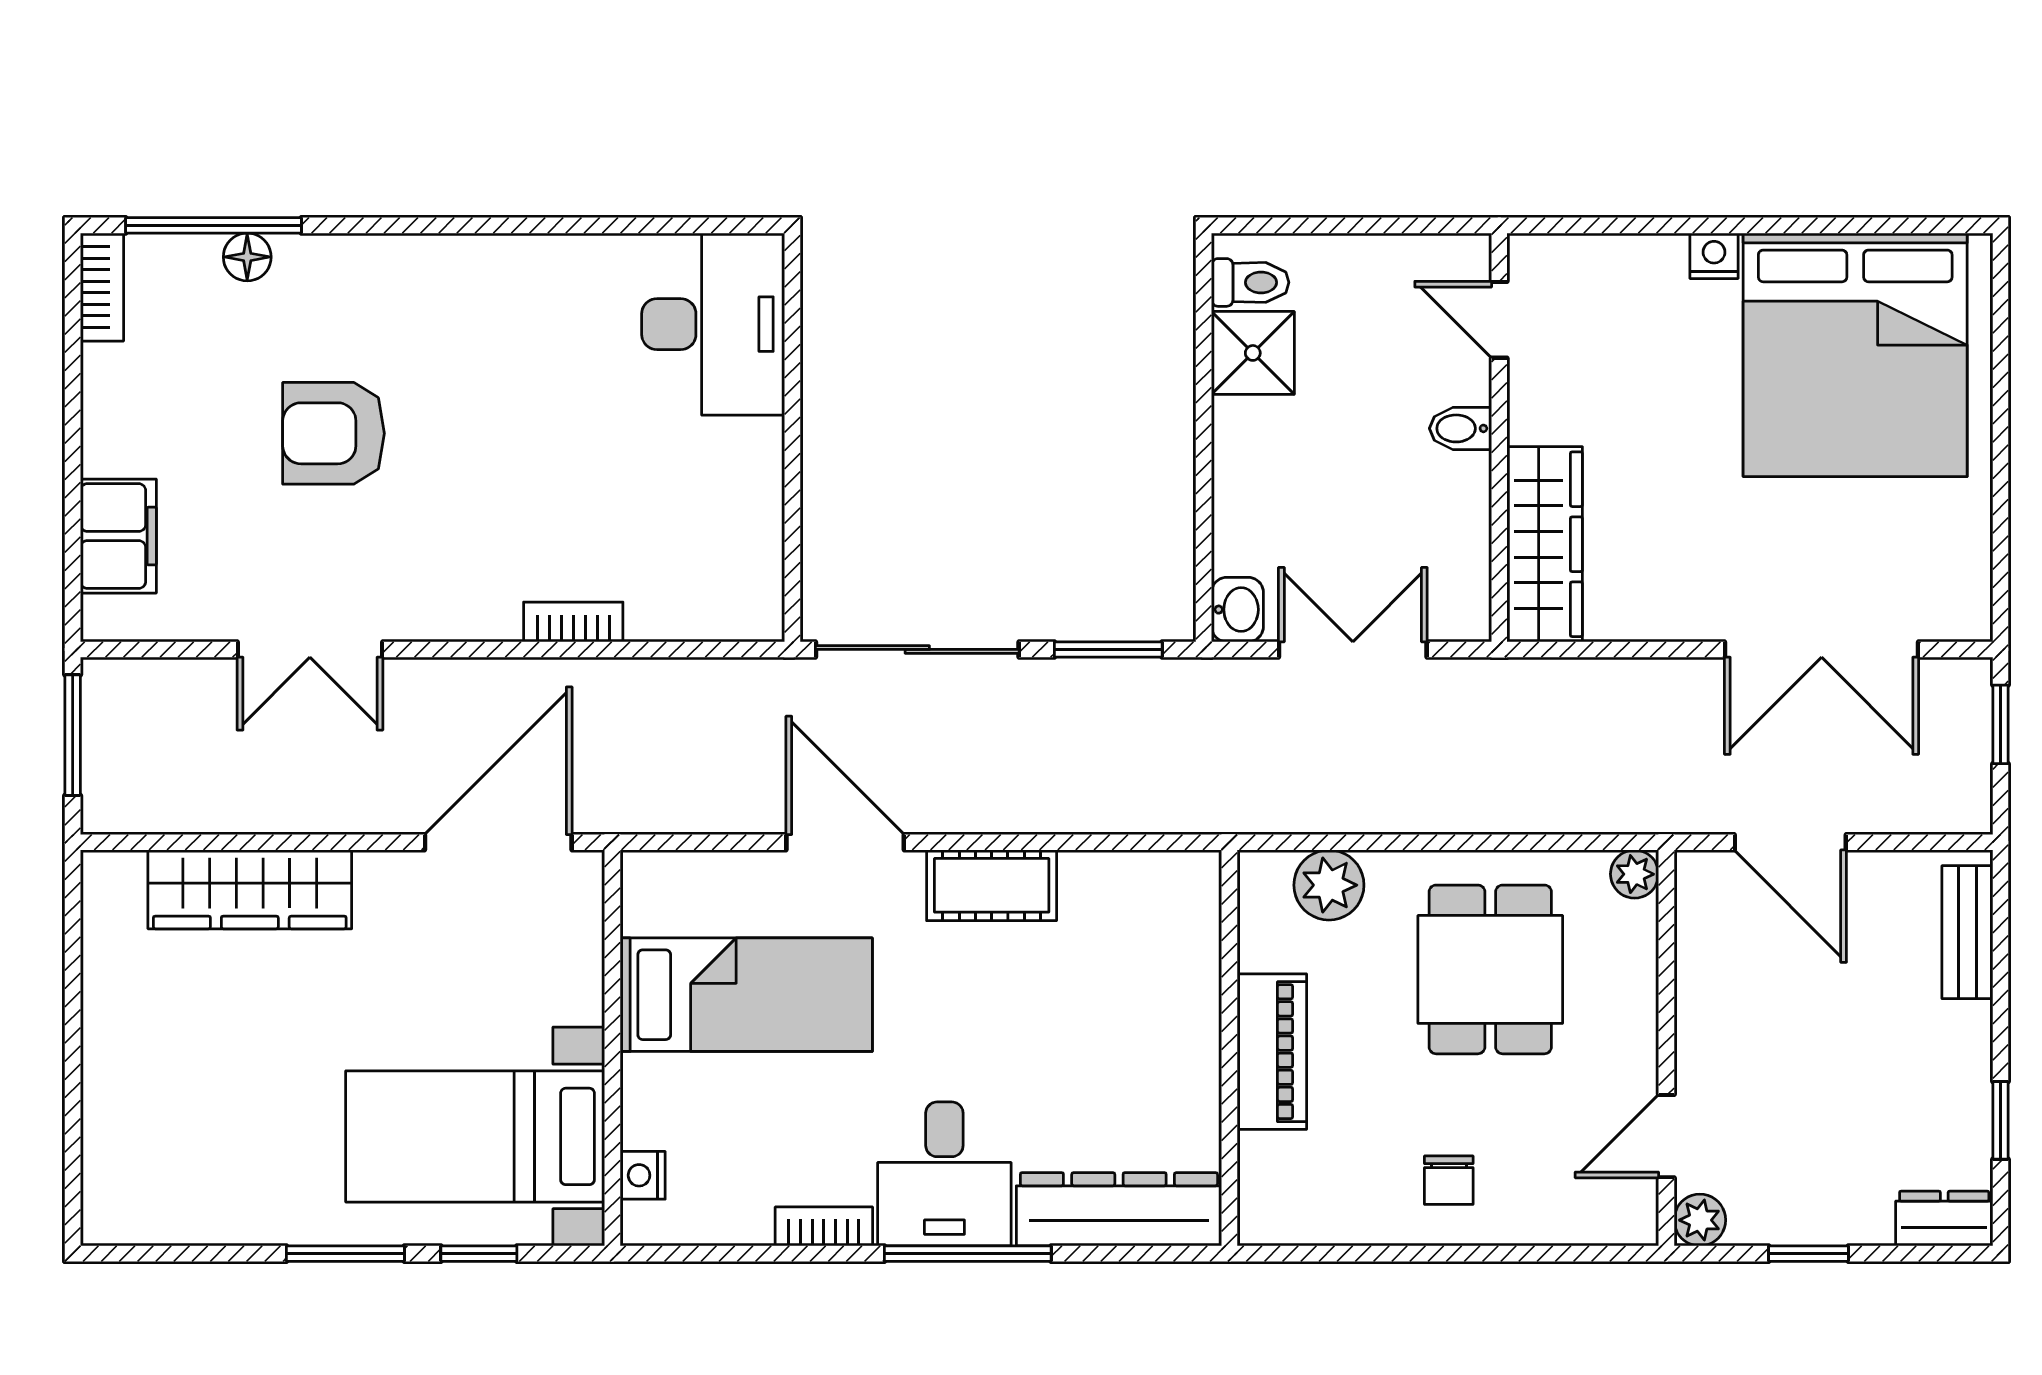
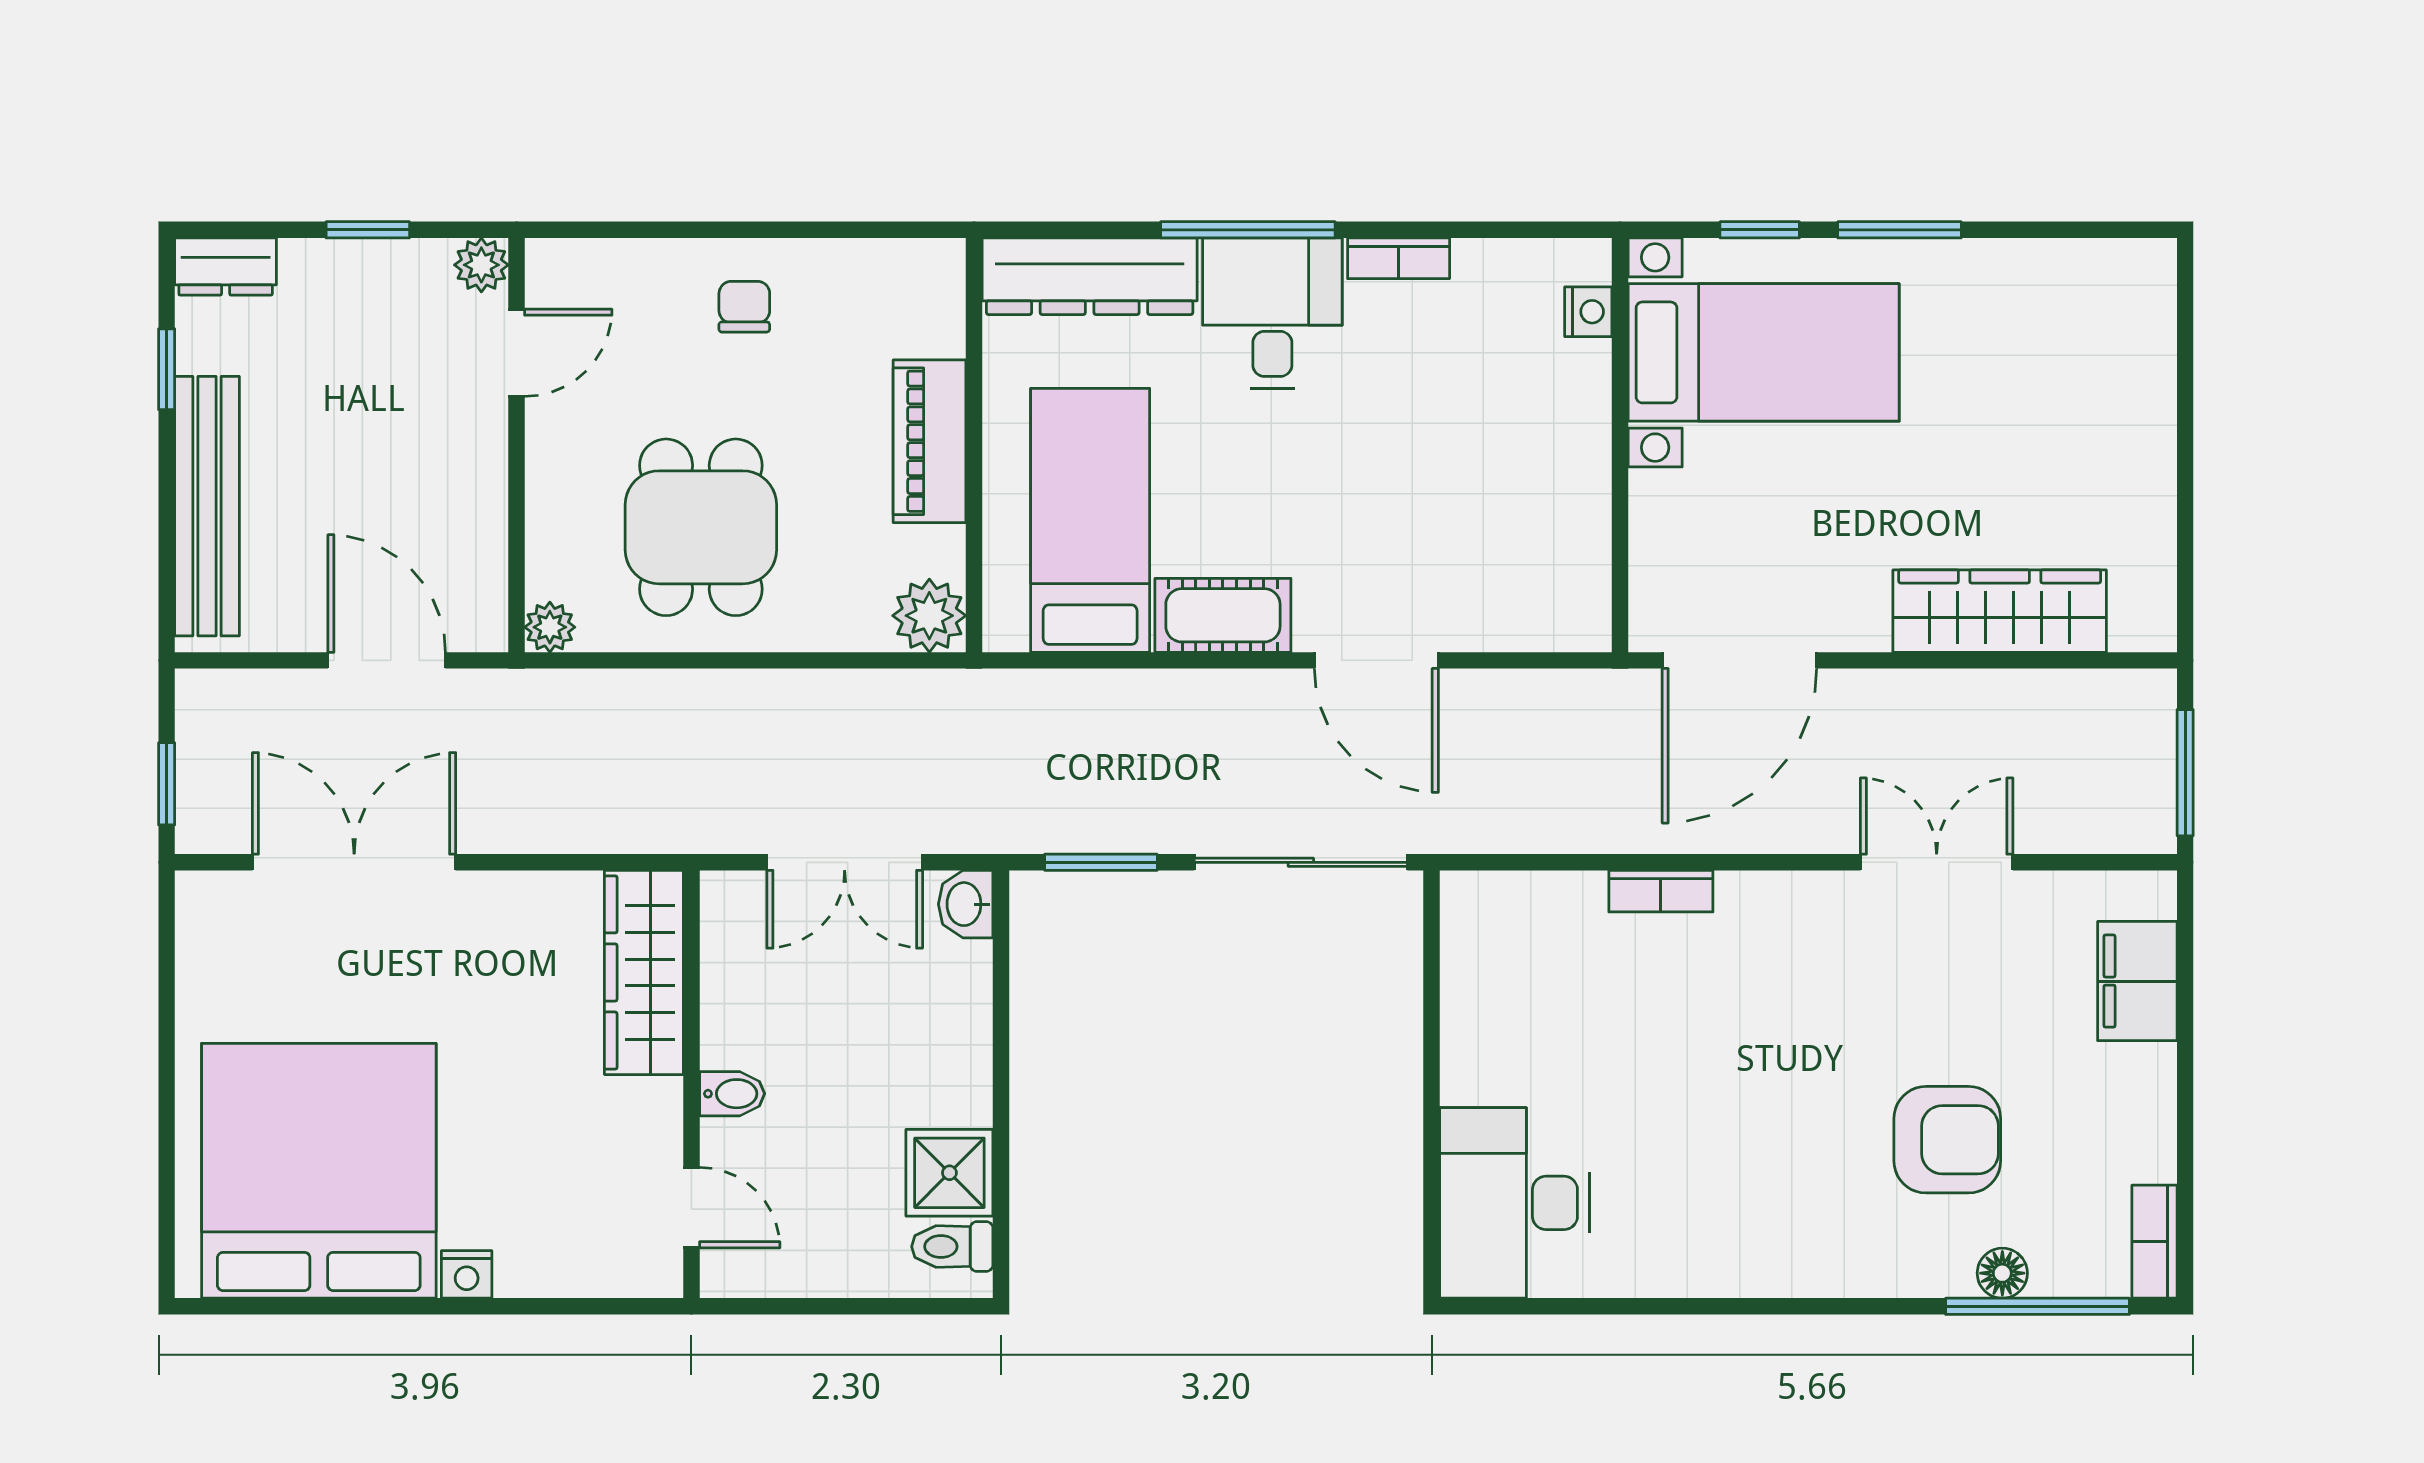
armchair: (334, 433) -> (1947, 1140), moved
plant: (1329, 885) -> (929, 616), moved
bench: (1967, 932) -> (207, 506), width x1.86, depth x1.21
bed: (746, 995) -> (1090, 520), moved, turned 90

